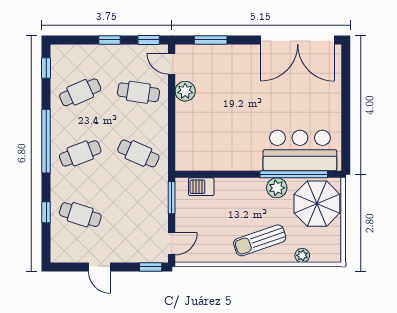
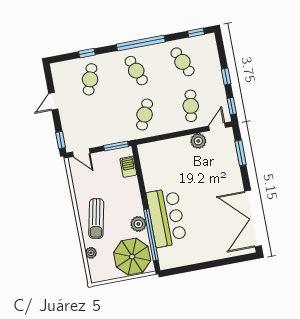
bar counter: (300, 150) -> (166, 217), moved
sun lounger: (260, 240) -> (96, 219), turned -149

